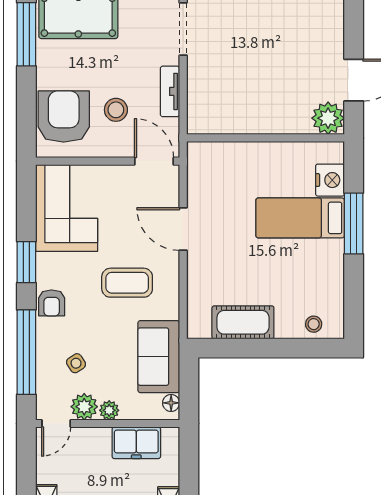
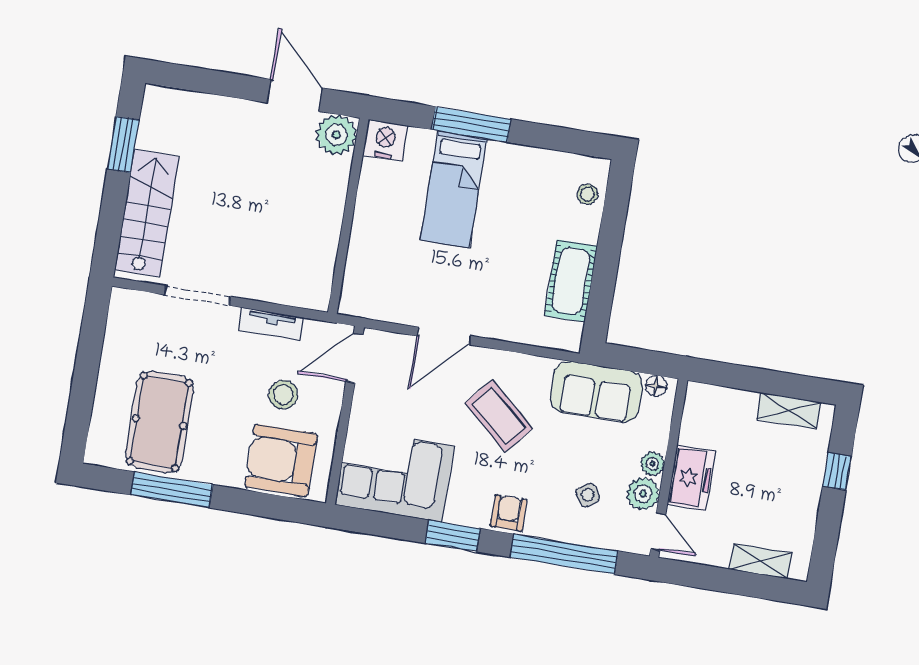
nightstand: (330, 180) -> (385, 140), moved
coffee table: (127, 283) -> (499, 416), turned -49
armchair: (52, 303) -> (508, 513), turned -90
freezer: (136, 443) -> (691, 478), moved

